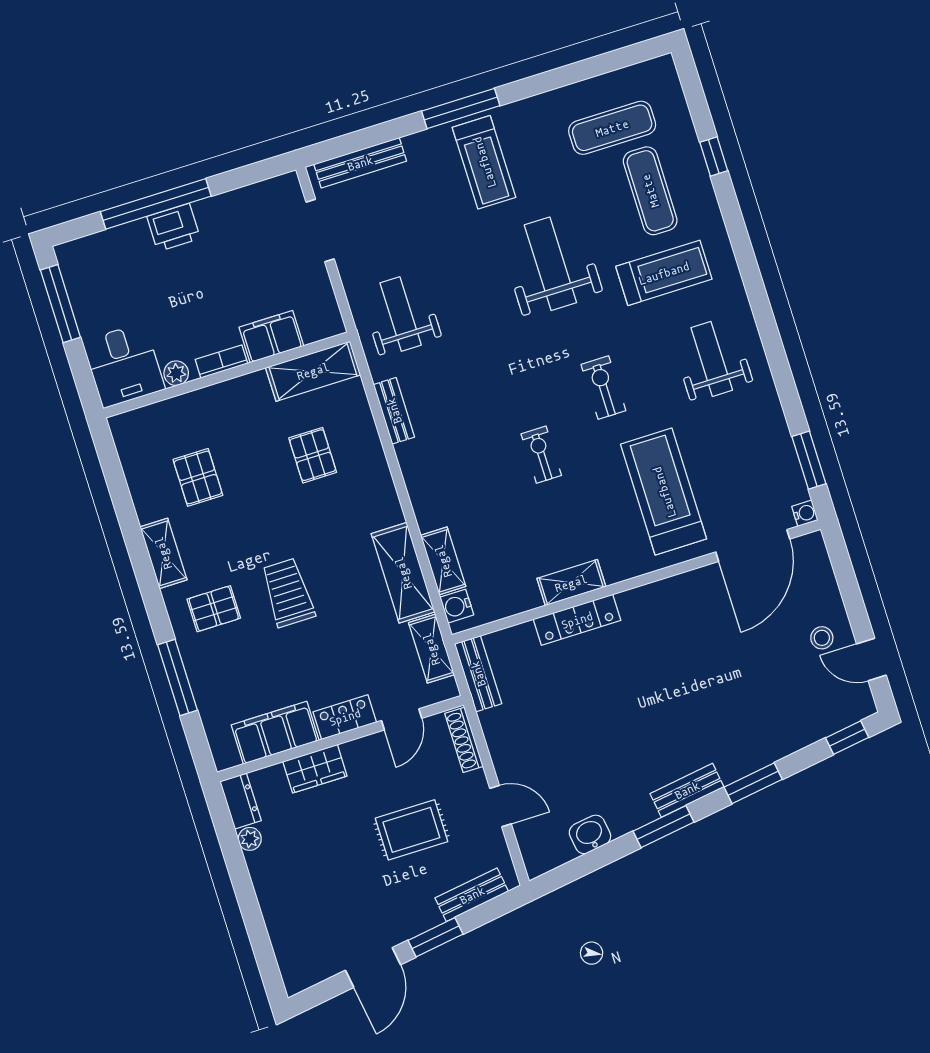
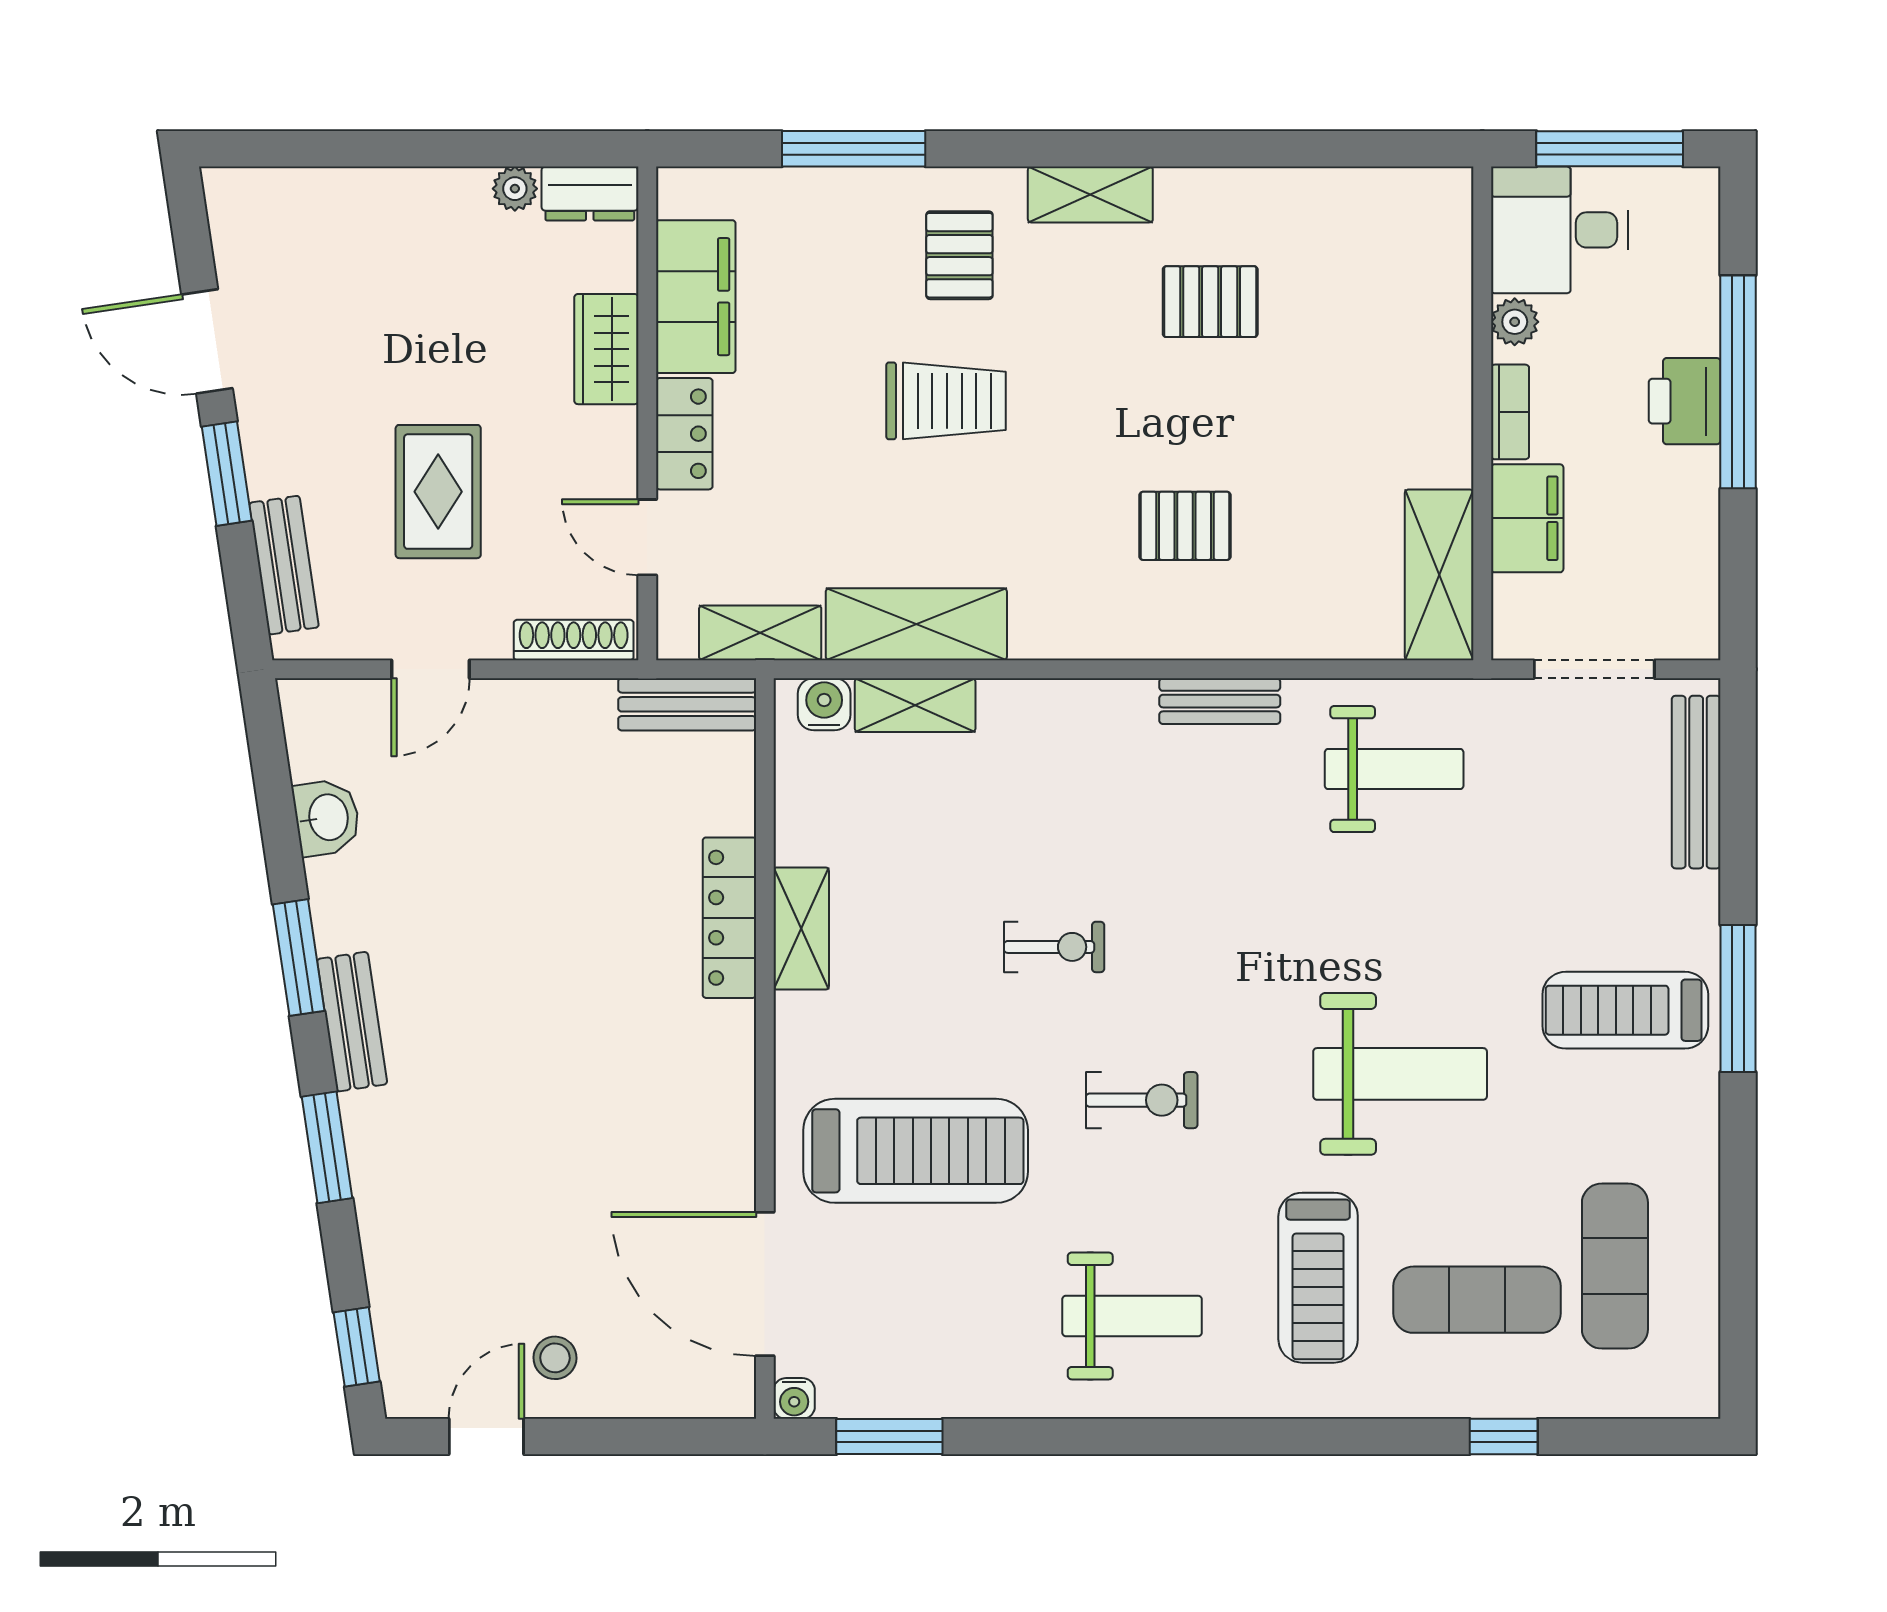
filing cabinet: (271, 337) -> (1527, 518), moved
bookcase: (221, 362) -> (1510, 412), moved
desk: (124, 365) -> (1559, 230), moved
shelving: (313, 371) -> (1439, 575), moved
plant: (176, 373) -> (1515, 322), moved
wall: (227, 375) -> (1482, 413), moved

